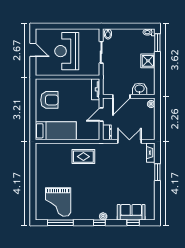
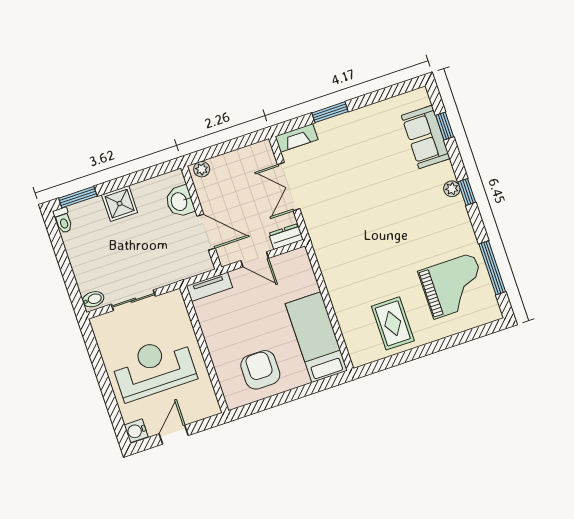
water cooler: (41, 33) -> (136, 431), added
reception desk: (67, 51) -> (154, 368), turned 180
rug: (83, 157) -> (393, 323), moved

